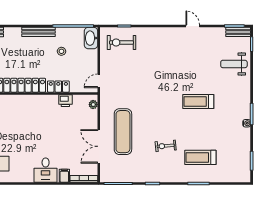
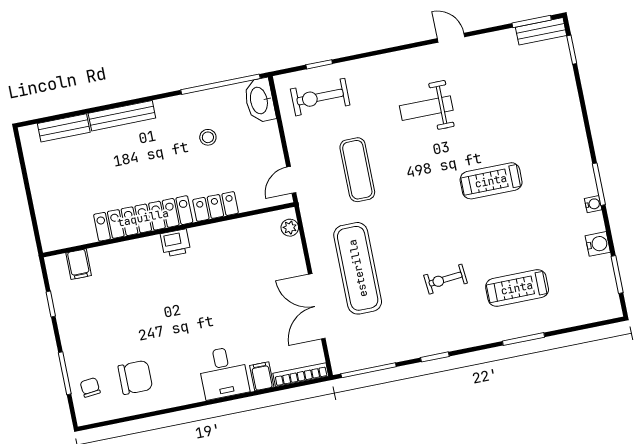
bench: (38, 32) -> (122, 116), moved
weight bench: (234, 64) -> (426, 108), moved
exercise mat: (133, 82) -> (357, 170), added
printer: (65, 101) -> (175, 243), moved
water cooler: (245, 144) -> (598, 244), added

